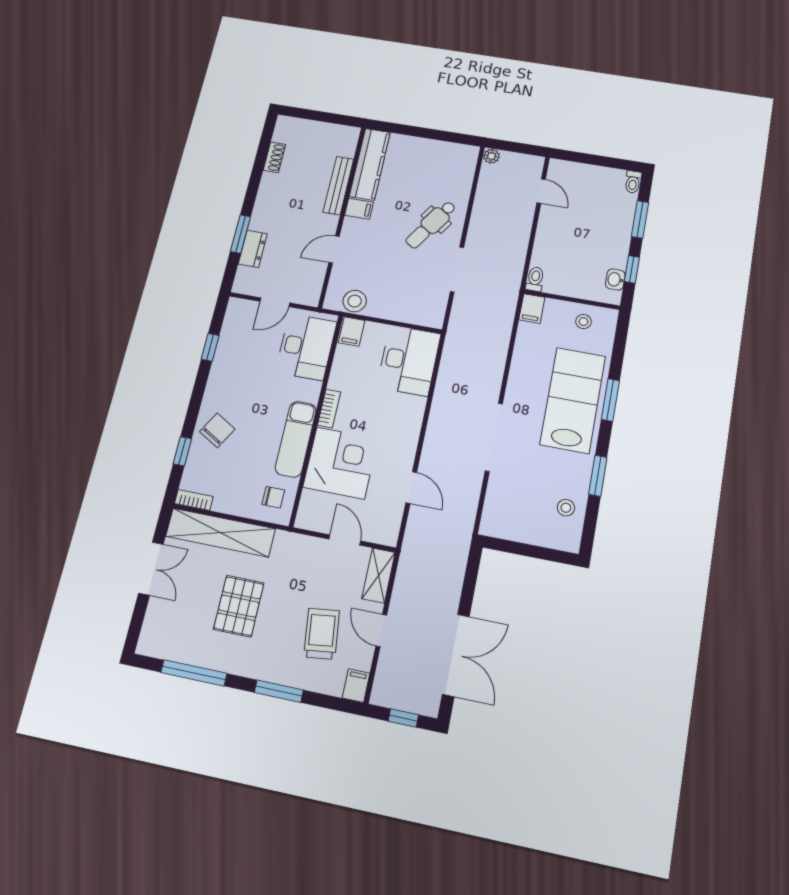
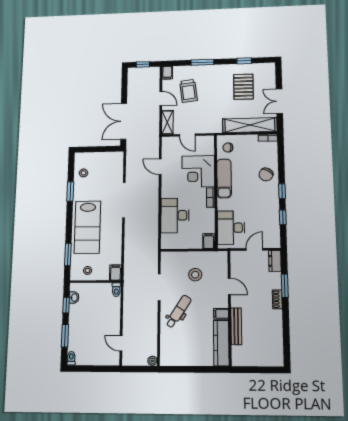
shoe rack: (274, 157) -> (277, 299), moved
dresser: (253, 249) -> (275, 261), moved
door: (334, 249) -> (229, 286), hinge flipped
stool: (355, 301) -> (195, 275), moved
desk: (409, 361) -> (175, 215), moved
window: (610, 400) -> (68, 255), moved
window: (182, 451) -> (282, 191), moved
pallet: (239, 606) -> (243, 87), moved
double door: (456, 655) -> (124, 121), moved
window: (194, 673) -> (244, 61), width x0.46

